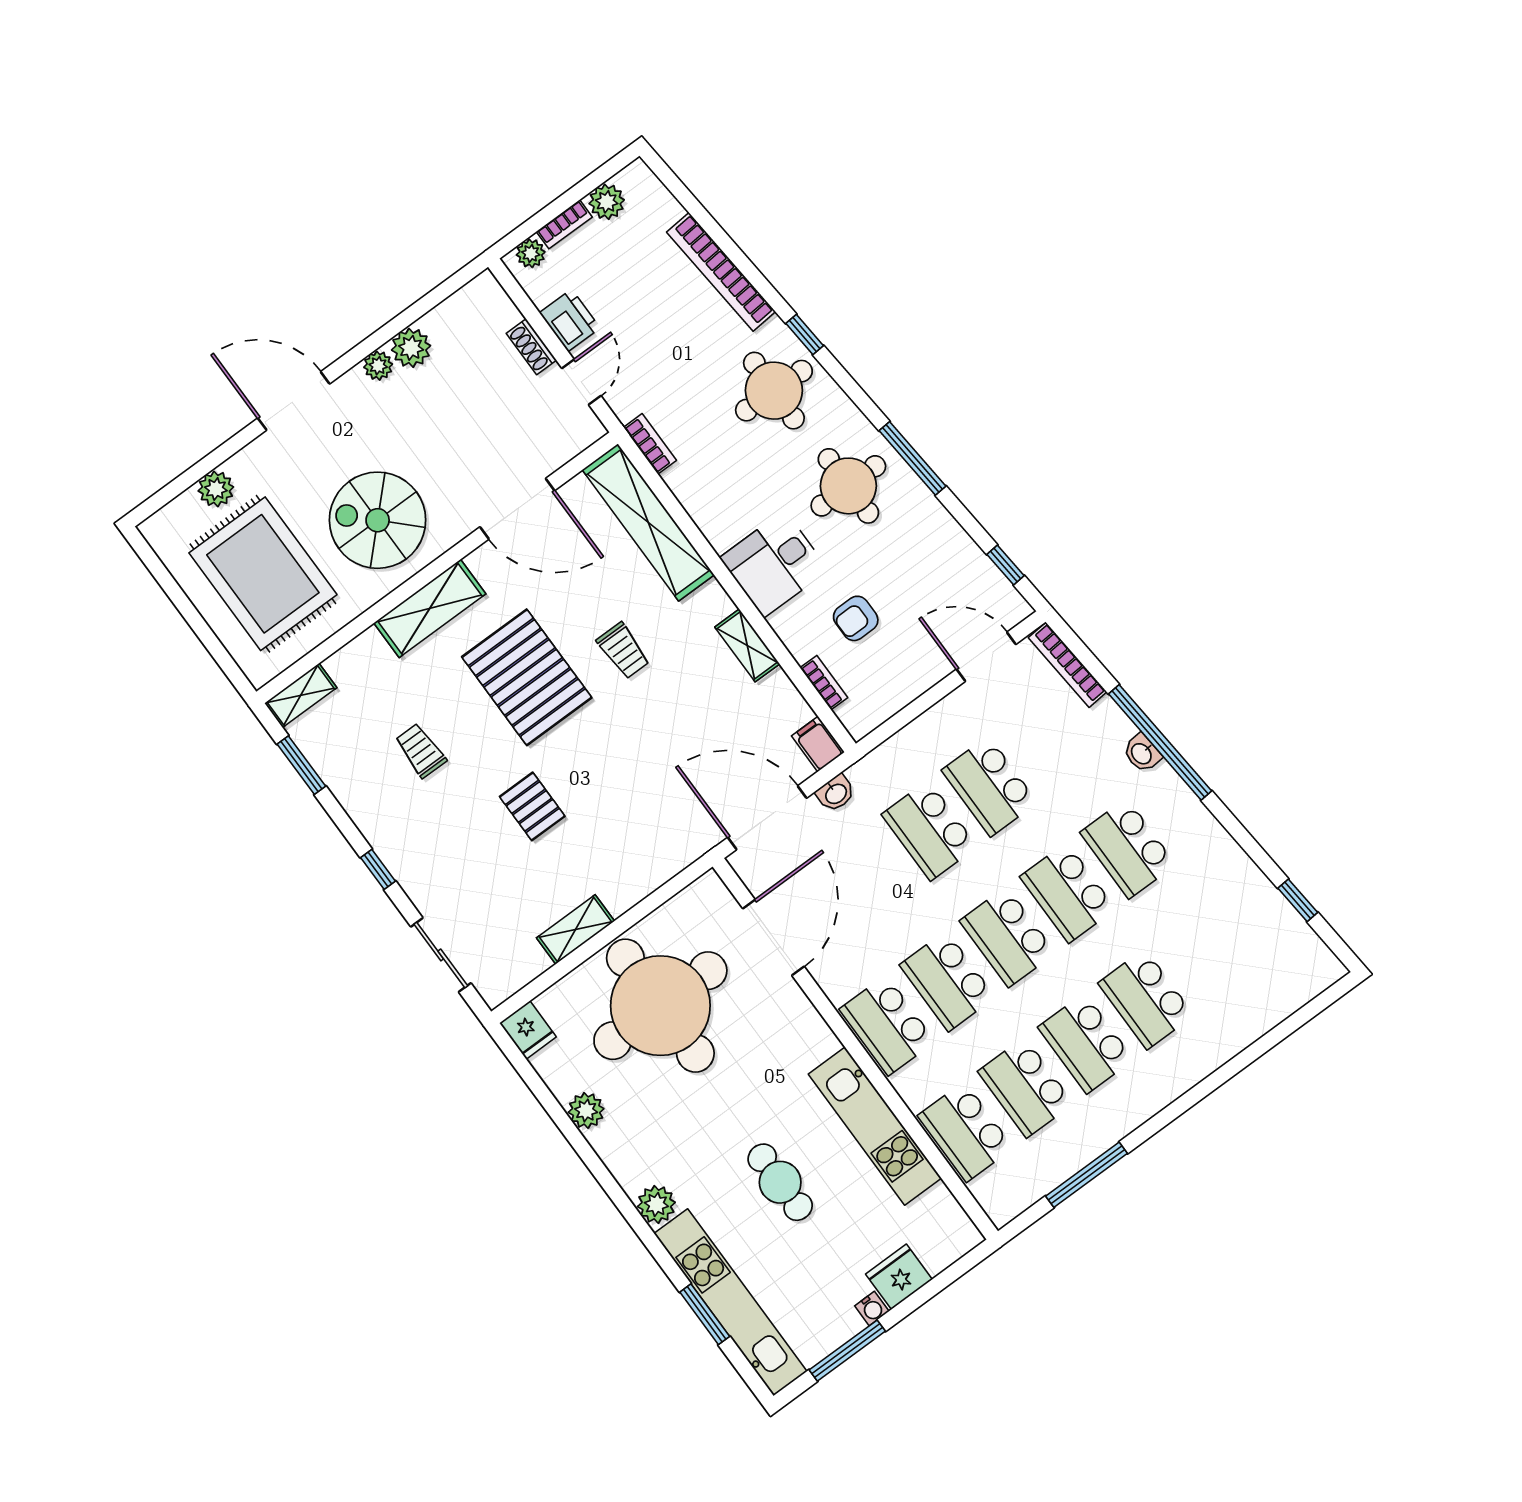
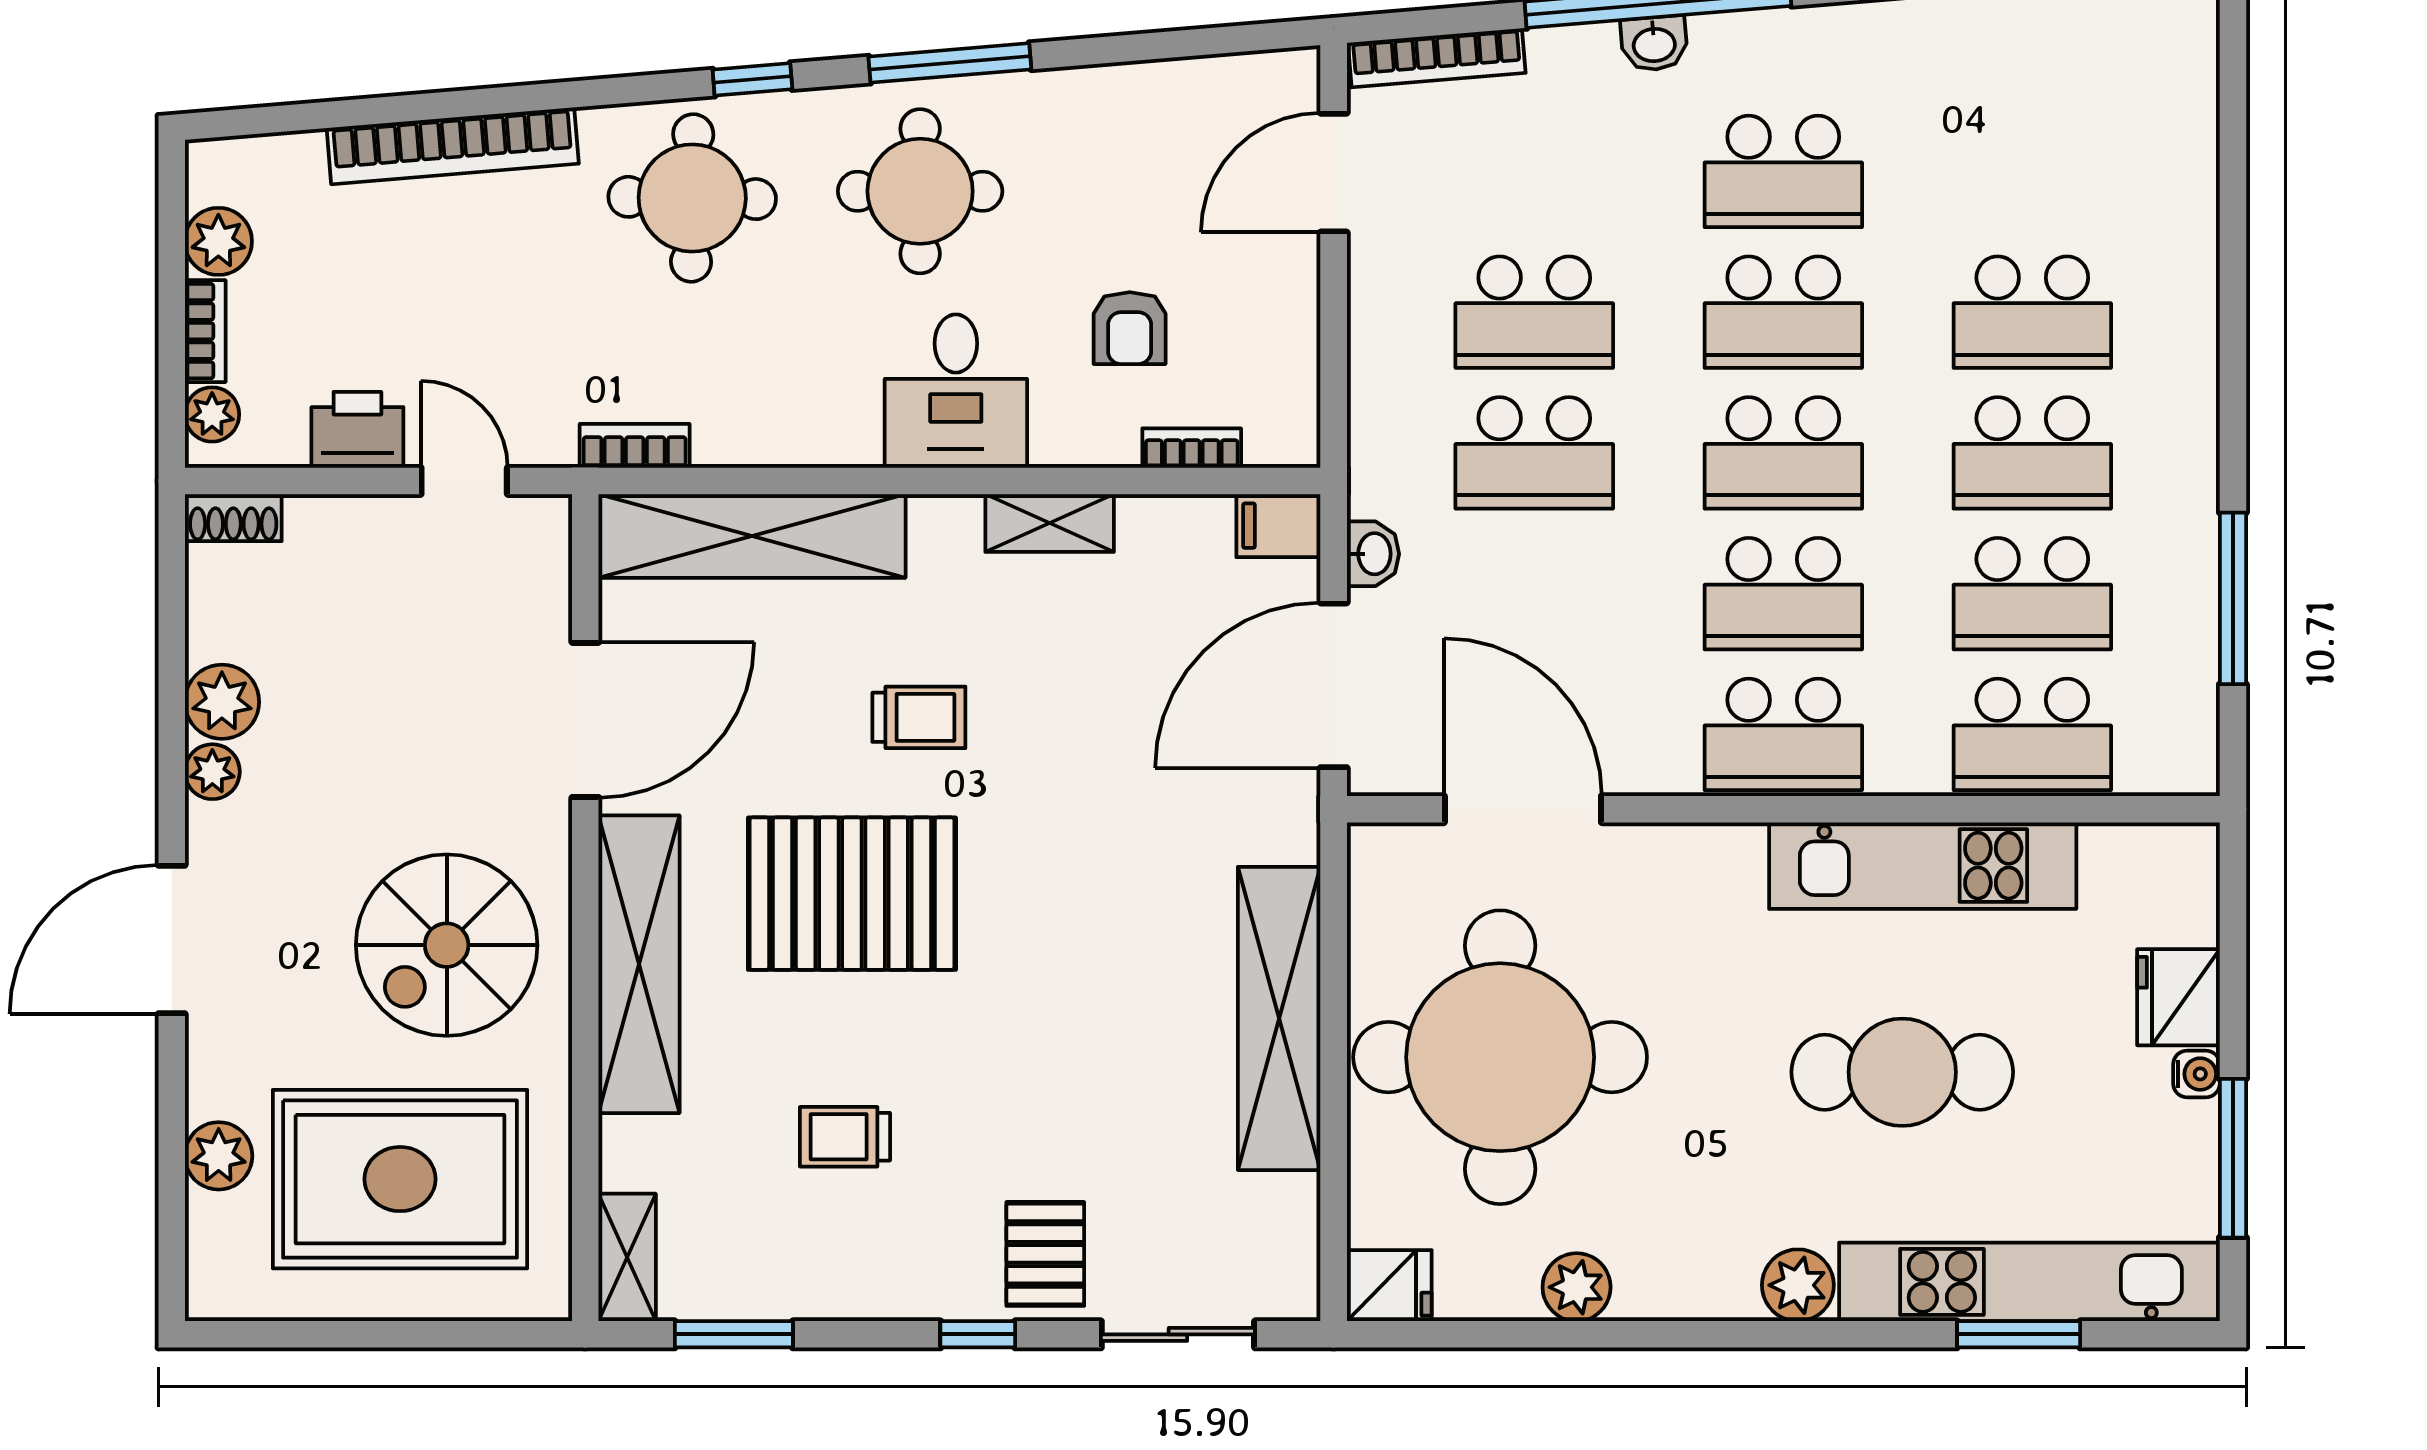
window: (805, 335) -> (752, 79), moved
shoe rack: (531, 347) -> (233, 518), moved
window: (1005, 565) -> (1216, 41), removed
shelving: (430, 608) -> (639, 964), width x1.47
pallet: (532, 806) -> (1045, 1254), moved, turned 90
shelving: (575, 929) -> (1279, 1018), width x2.20, depth x1.33
cafe table: (780, 1182) -> (1902, 1072), width x1.37, depth x1.35

